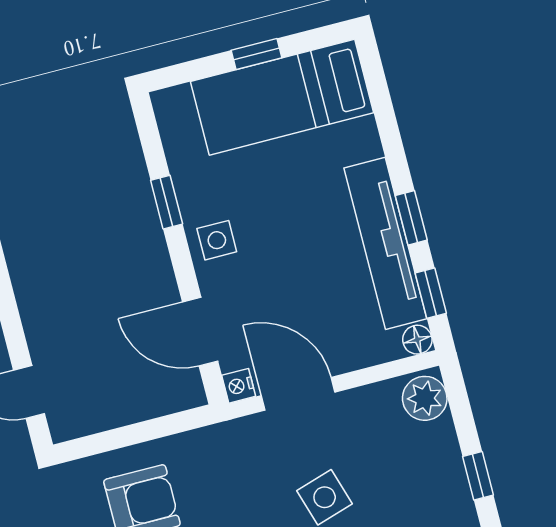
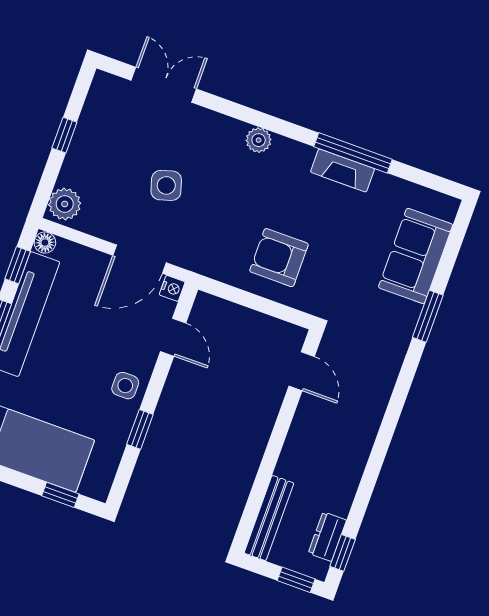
window: (256, 54) -> (60, 495), moved
door: (200, 332) -> (173, 337), width x0.73
door: (298, 394) -> (139, 259), hinge flipped

